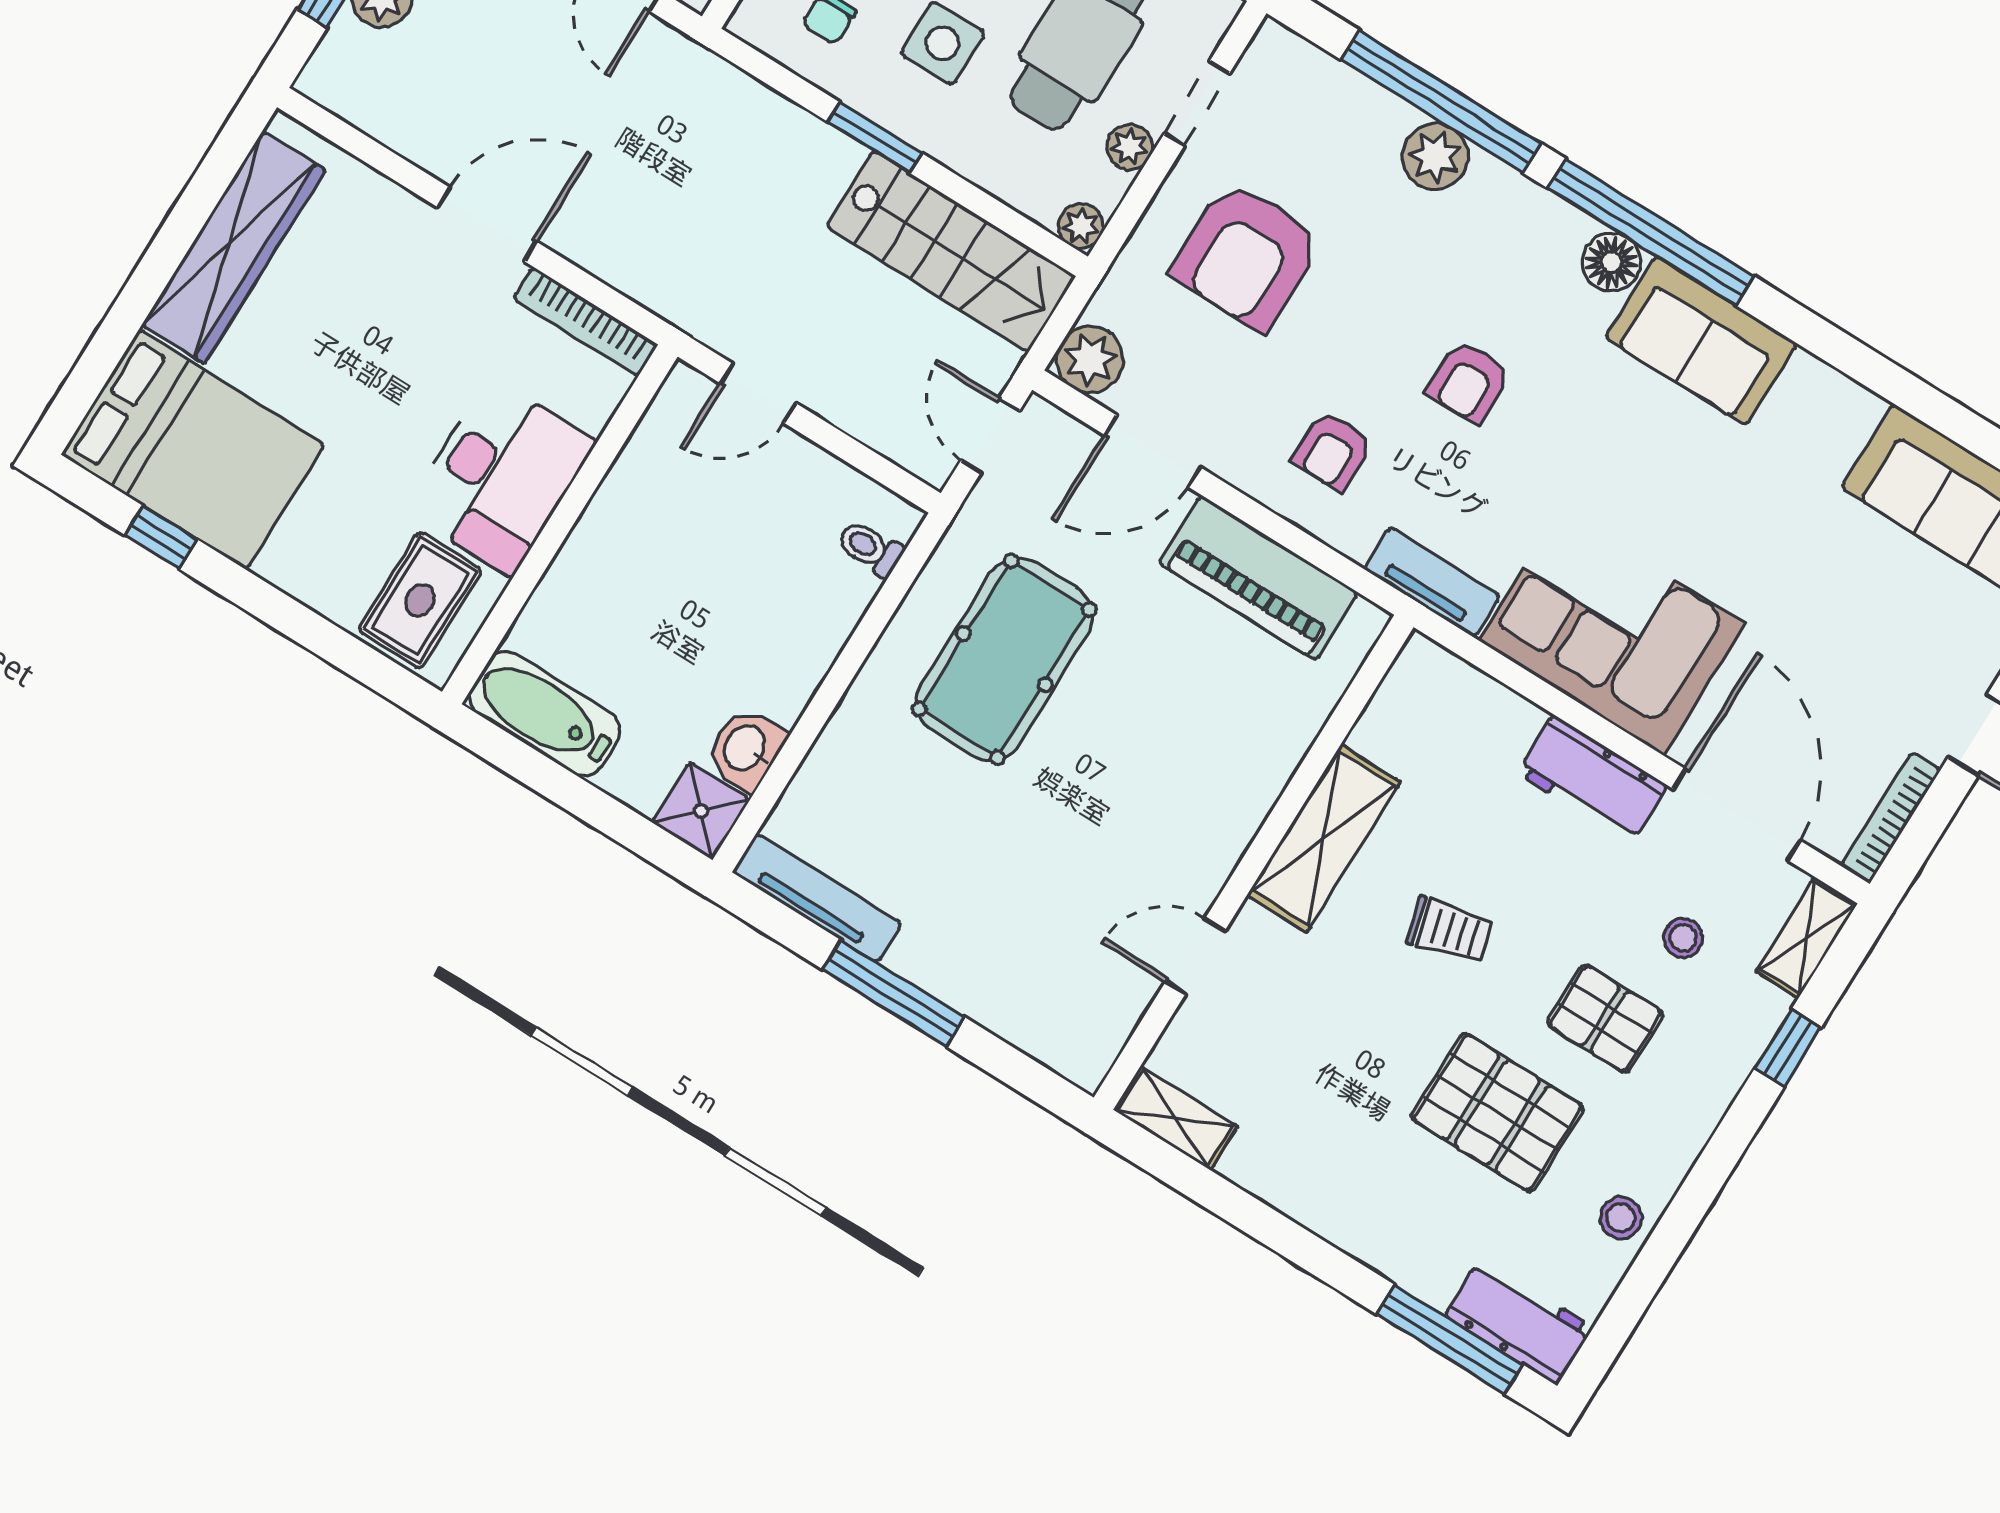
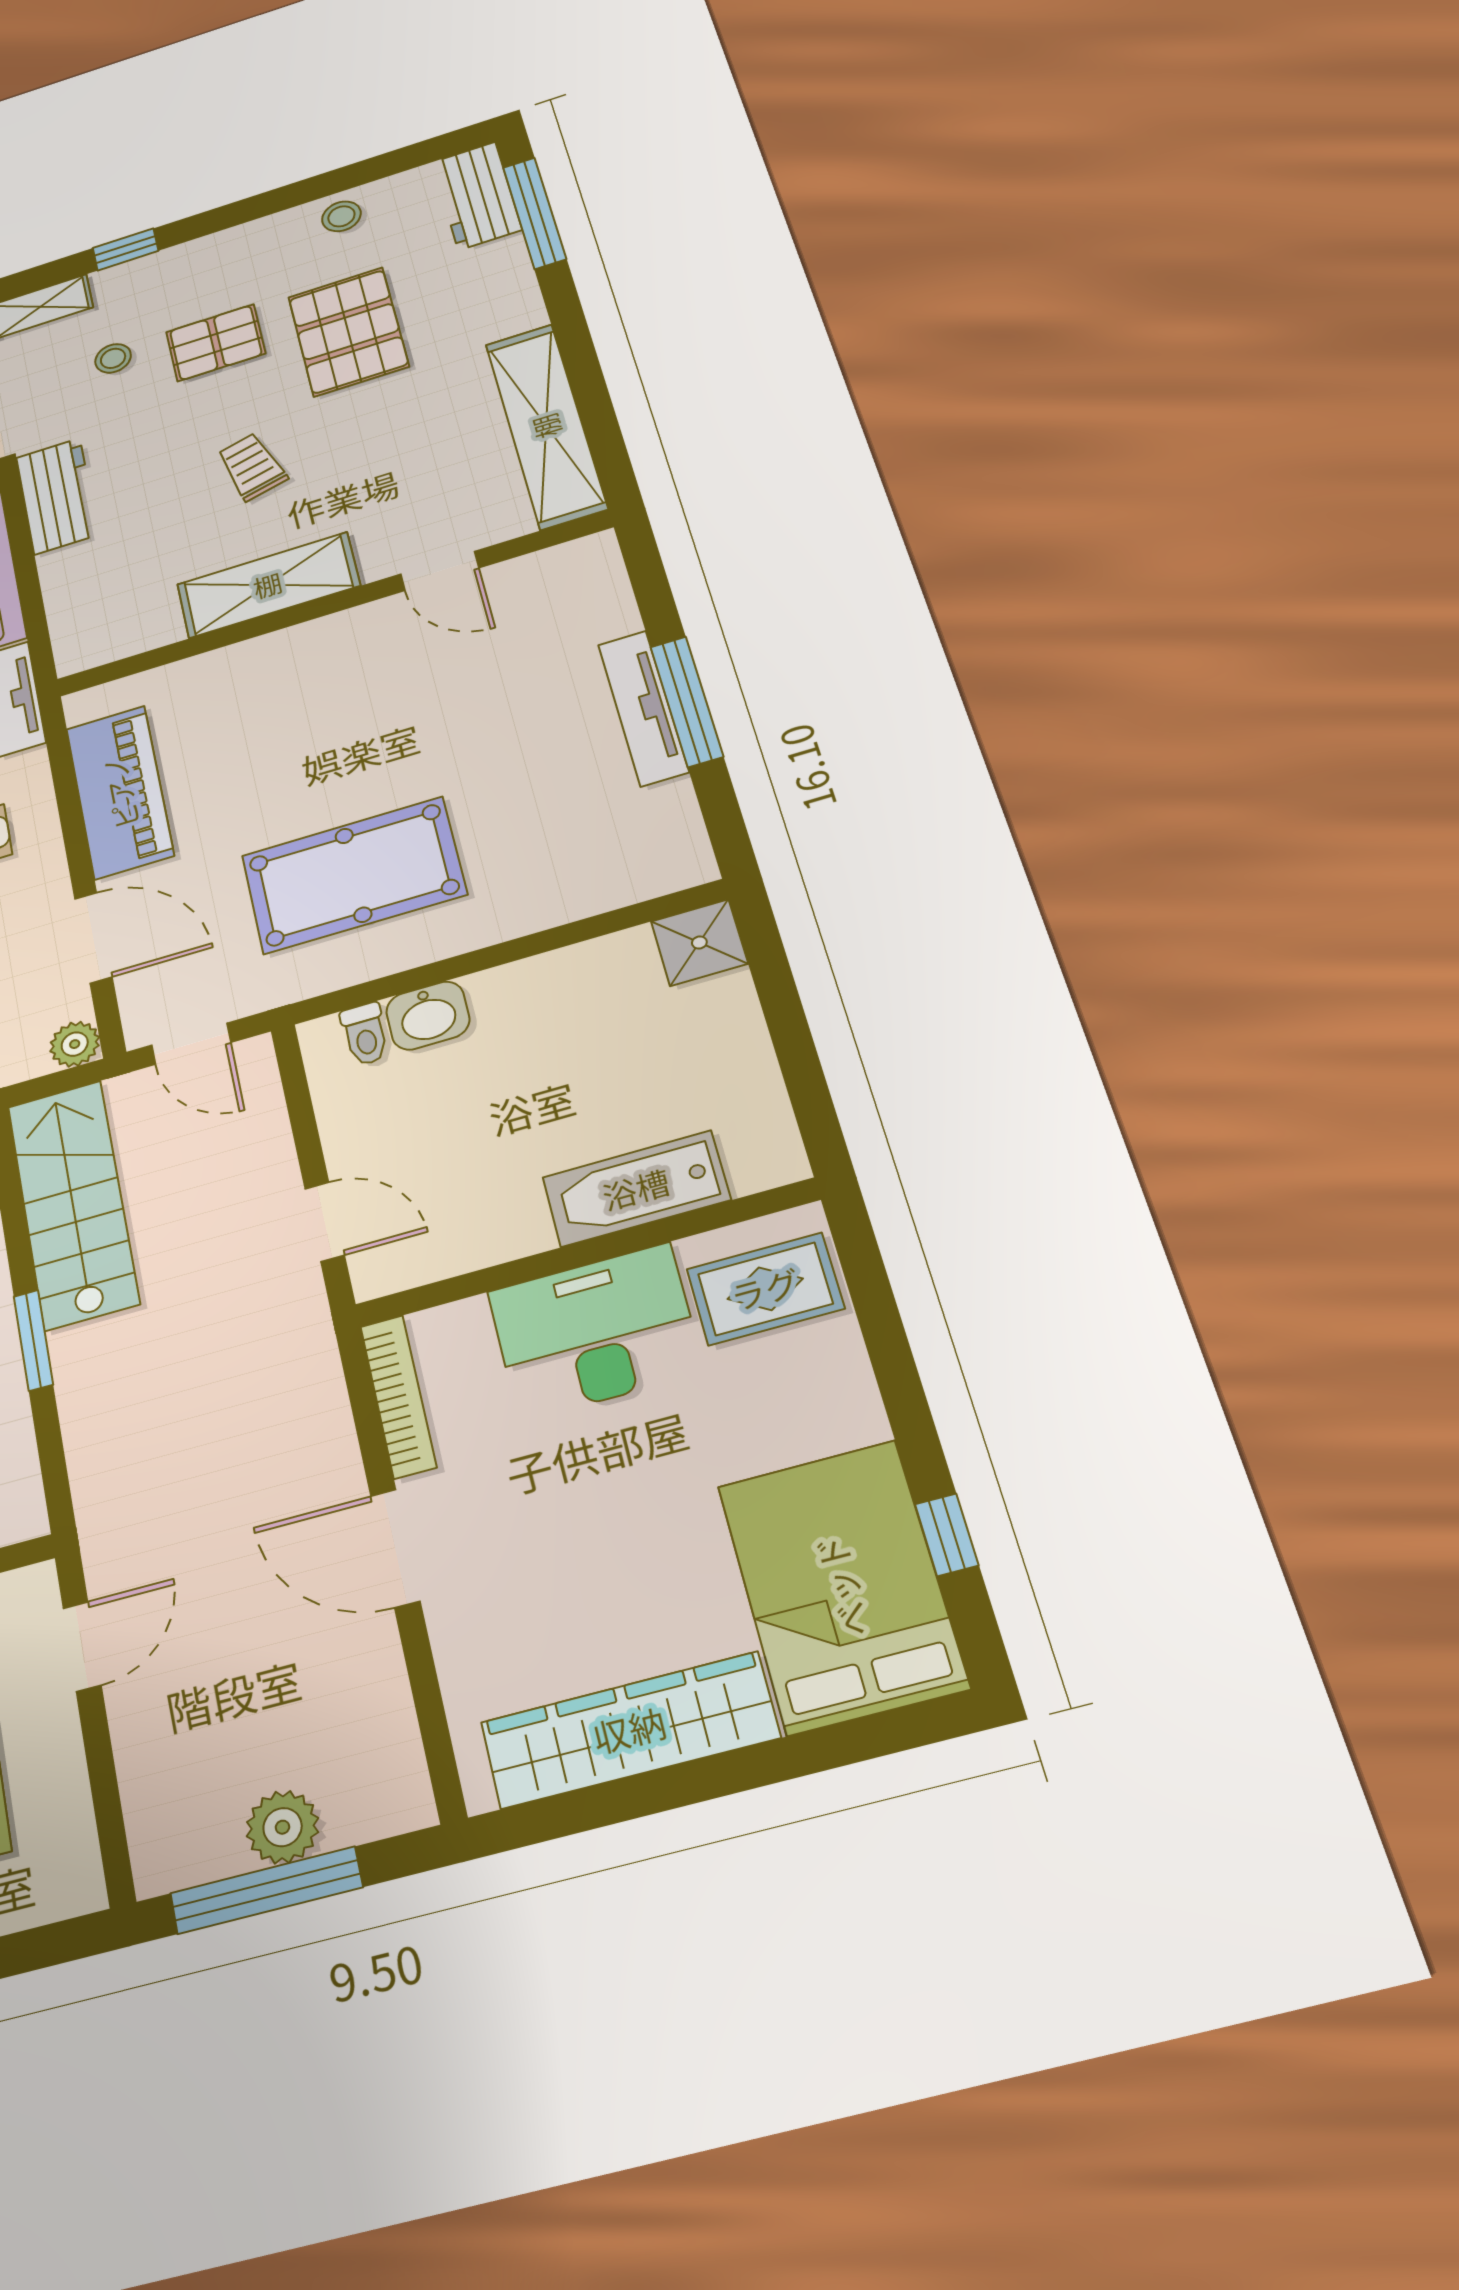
plant: (1090, 360) -> (75, 1044), width x0.73, depth x0.73
door: (990, 436) -> (191, 1044), hinge flipped
bathtub: (545, 714) -> (636, 1189), moved, turned 90
washbasin: (746, 749) -> (428, 1016), moved
tv unit: (817, 898) -> (643, 708), moved
pallet: (1605, 1019) -> (216, 343), turned 90
shelving: (1175, 1118) -> (546, 426), width x2.20, depth x1.33

